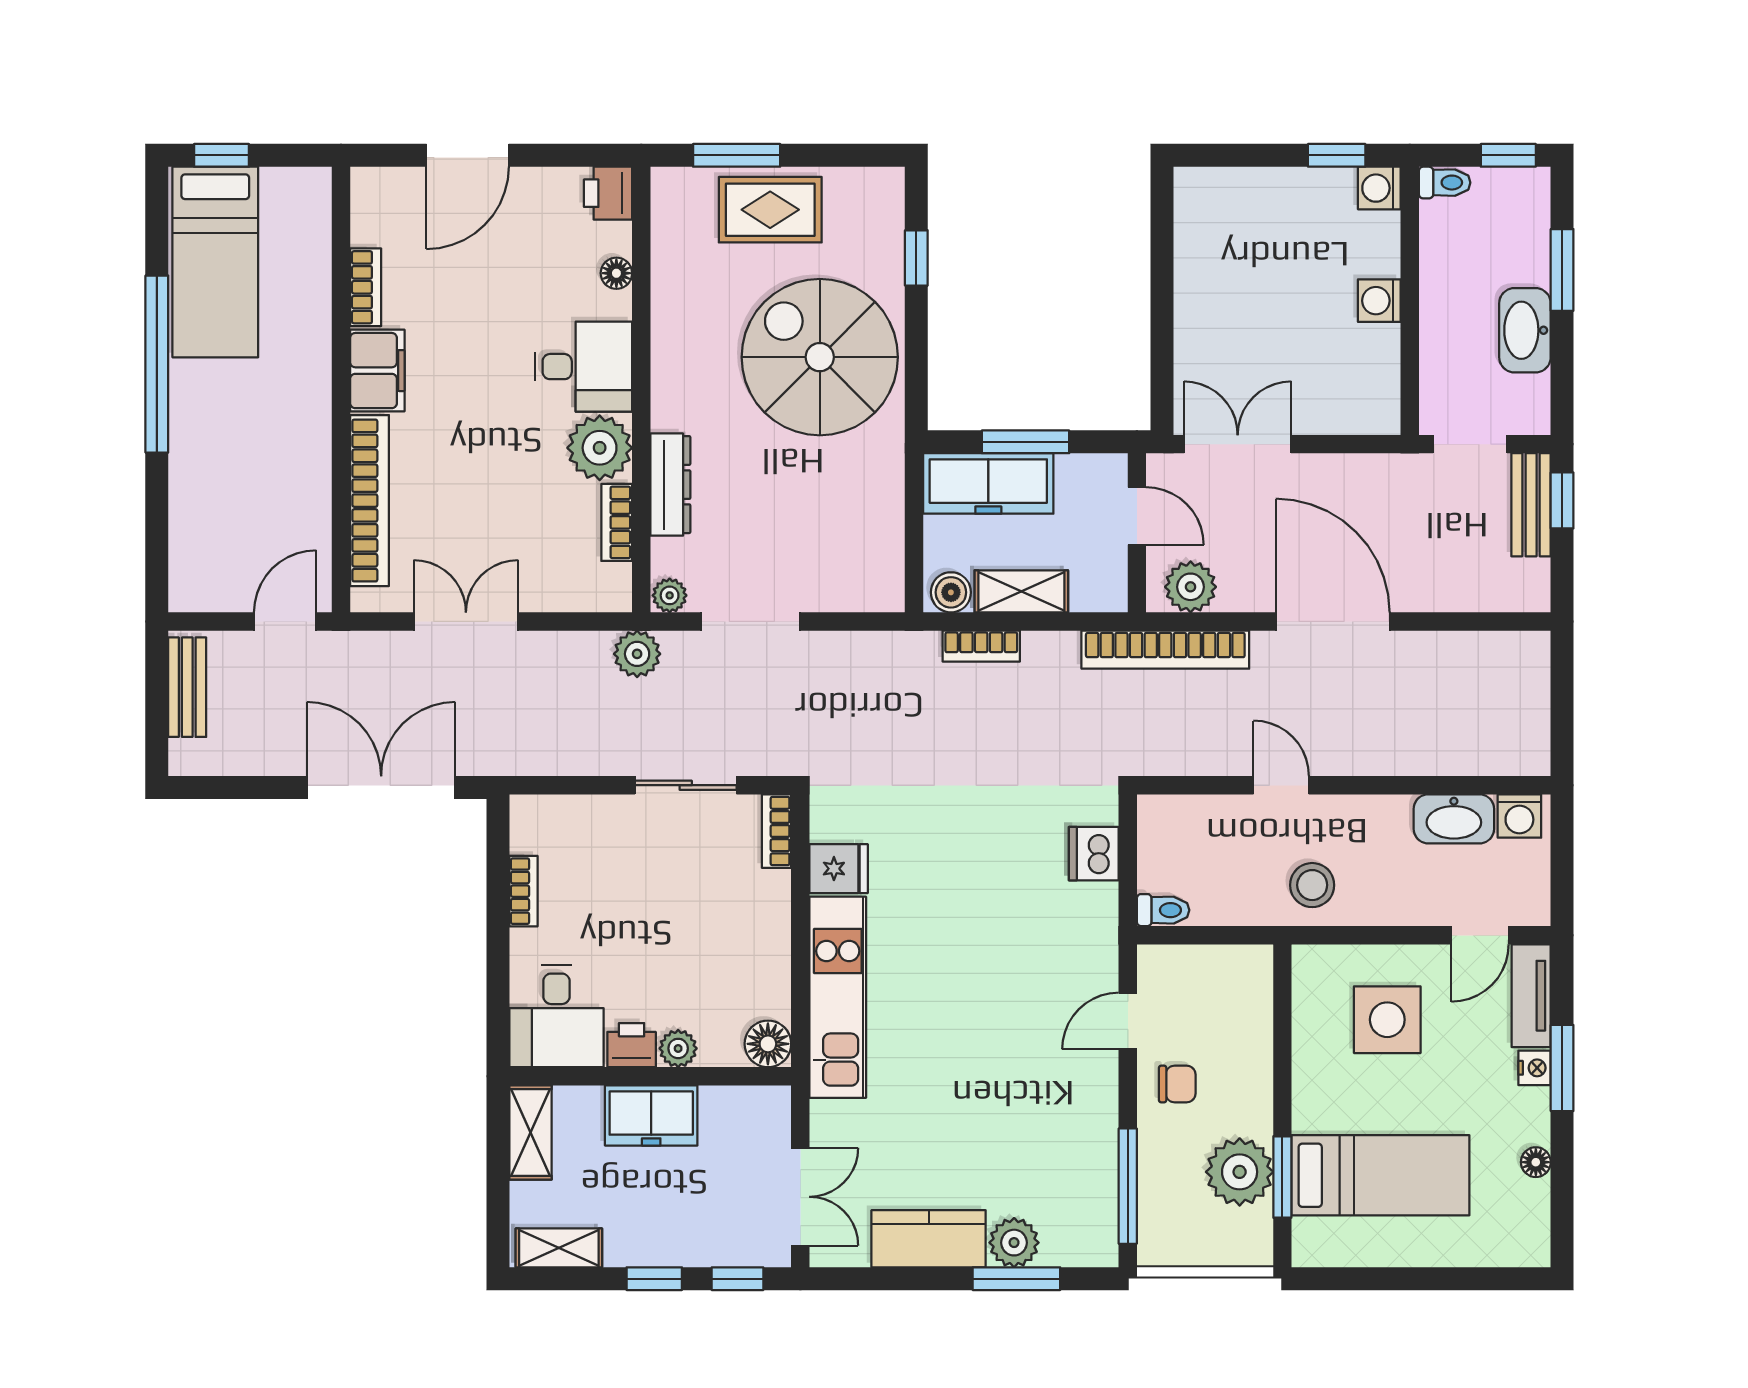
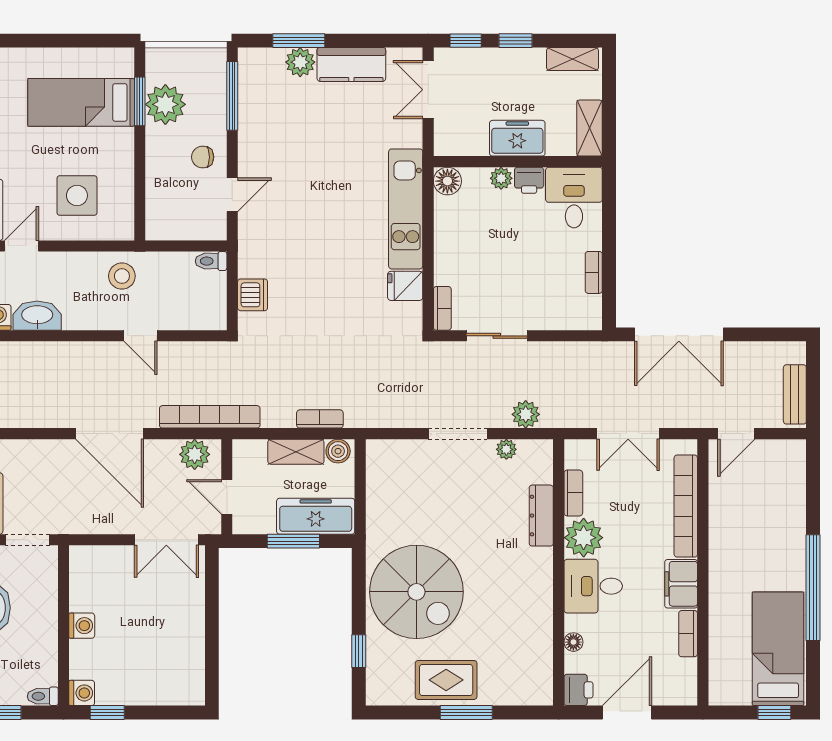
printer: (608, 193) -> (578, 690), moved
floor lamp: (616, 273) -> (573, 642), moved
desk: (583, 367) -> (593, 586), moved
wall: (641, 390) -> (559, 572), moved
plant: (600, 448) -> (584, 538), moved
dresser: (670, 485) -> (541, 516), moved
bookcase: (617, 522) -> (573, 493), moved

